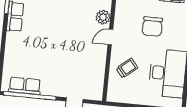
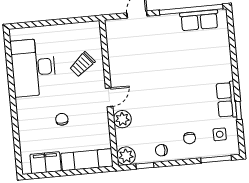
chair: (152, 27) -> (62, 119), width x0.54, depth x0.54

